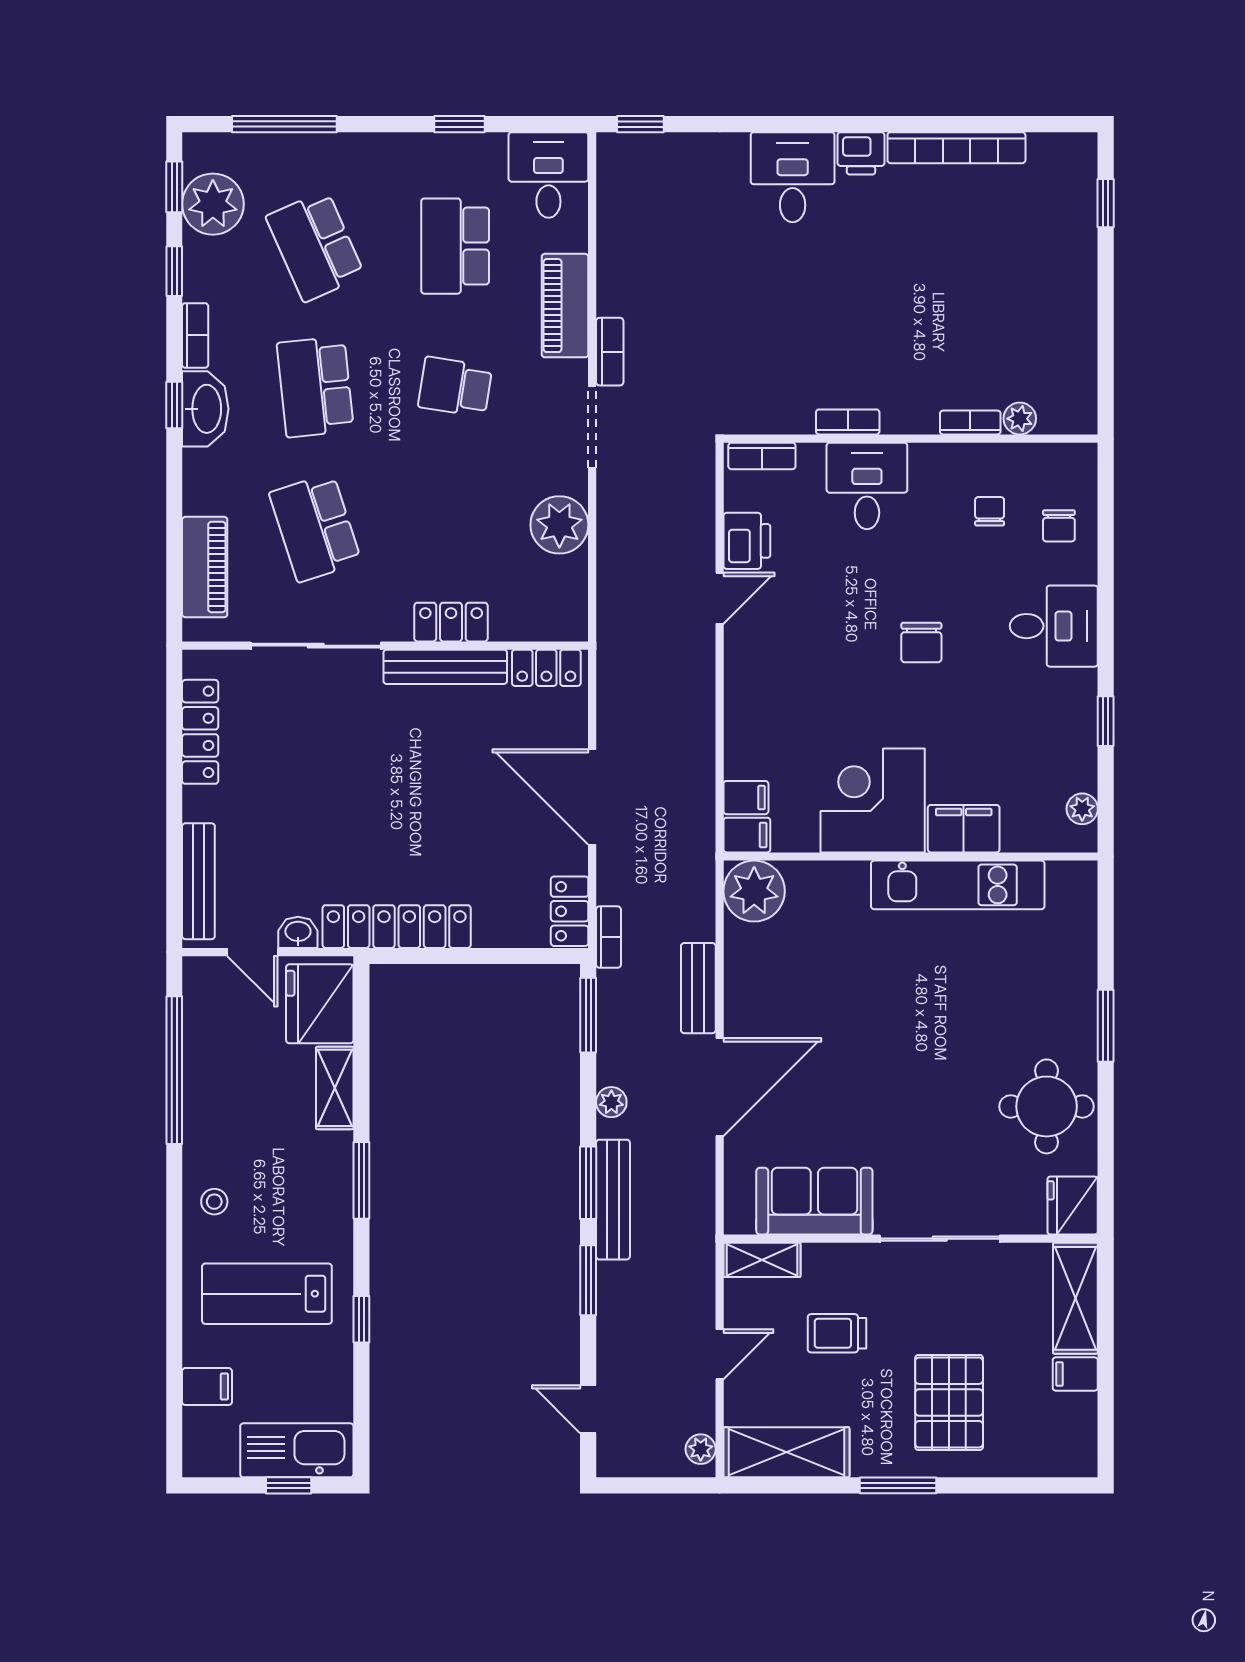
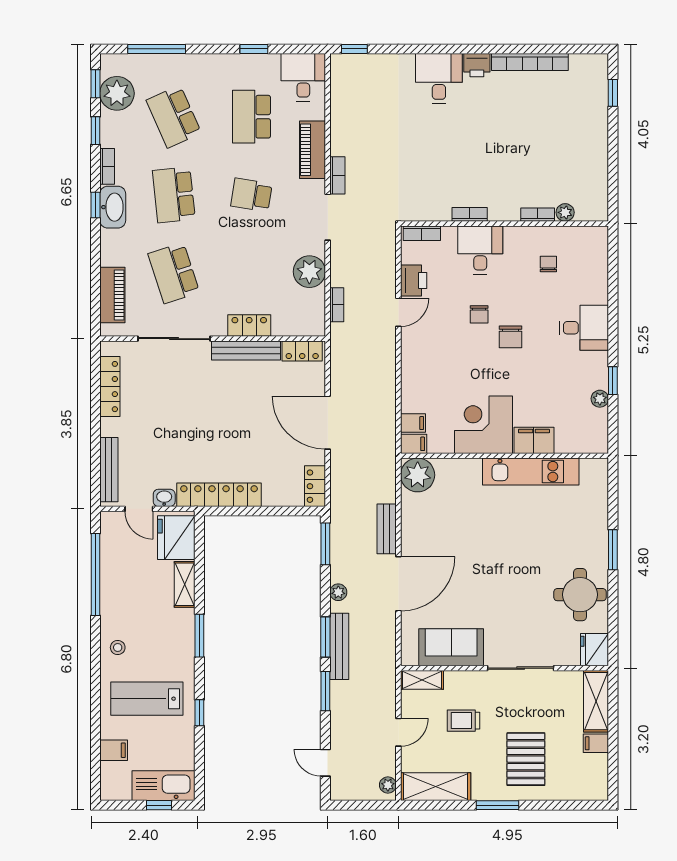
chair: (1059, 526) -> (479, 314), moved
plant: (1082, 809) -> (600, 399), moved
bookcase: (608, 937) -> (337, 305), moved

